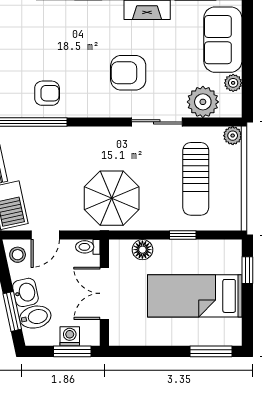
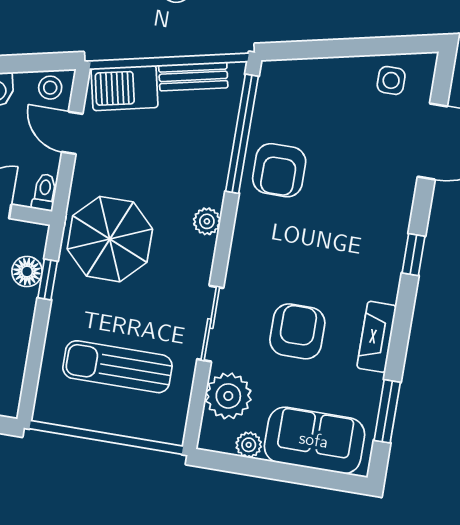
armchair: (128, 73) -> (297, 331), moved
armchair: (47, 93) -> (279, 170), width x1.38, depth x1.38
plant: (233, 136) -> (207, 221), moved
window: (183, 235) -> (48, 279), moved

